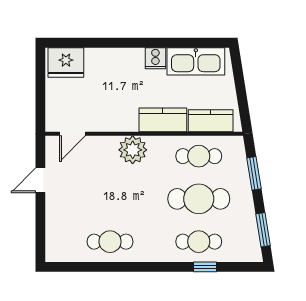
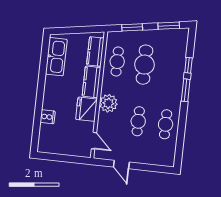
cooker: (155, 58) -> (48, 117), moved
fridge: (66, 62) -> (86, 109), moved, turned 180
cafe table: (199, 242) -> (138, 121), moved
window: (166, 267) -> (186, 90), added

